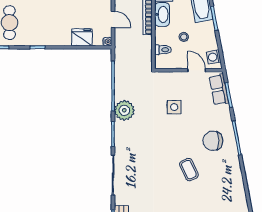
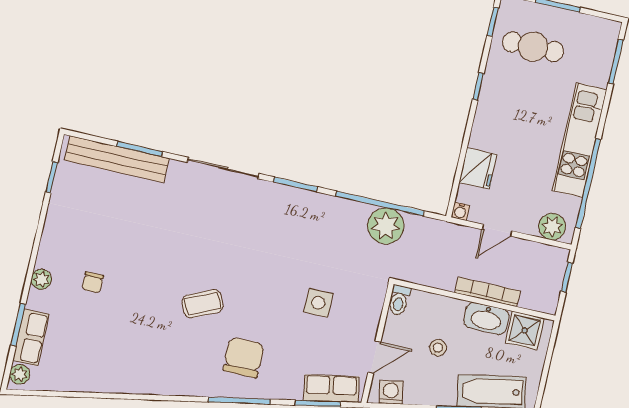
toilet: (163, 50) -> (399, 300), moved
plant: (124, 110) -> (386, 226), moved

